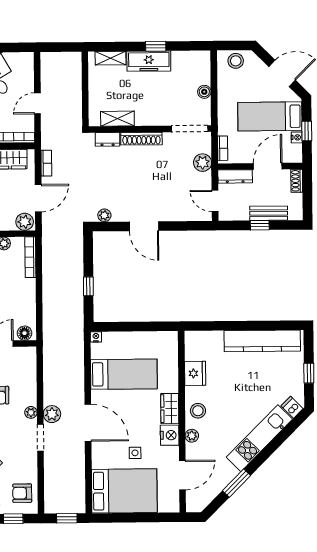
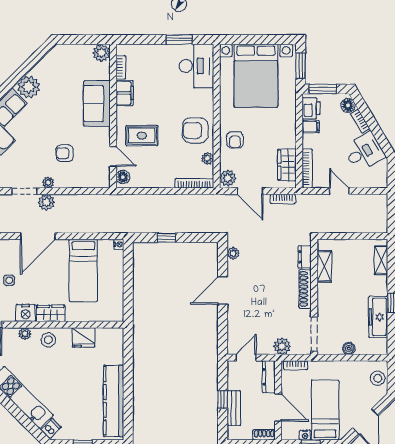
freezer: (149, 61) -> (378, 317), moved

